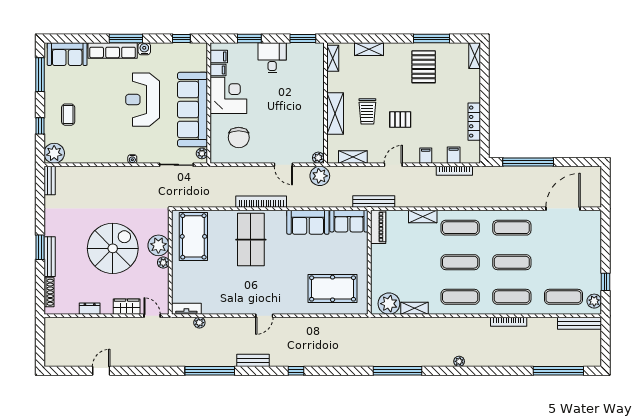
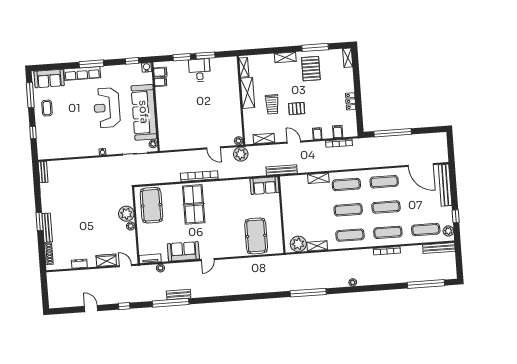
window: (303, 39) -> (205, 56), moved
water cooler: (144, 49) -> (147, 67), moved
shelving: (369, 49) -> (285, 57), moved
corner desk: (228, 95) -> (169, 100), removed
shelving: (335, 114) -> (248, 93), moved
coffee table: (68, 115) -> (47, 108), moved
locker: (474, 122) -> (351, 101), width x0.66
chair: (239, 138) -> (179, 130), removed
plant: (54, 153) -> (45, 152), removed
door: (393, 165) -> (294, 142), hinge flipped
door: (563, 209) -> (421, 165), swing flipped
sofa: (308, 222) -> (183, 251), moved, turned 180
piano: (378, 227) -> (286, 188), removed
bench: (594, 238) -> (445, 185), added
spiral stairs: (113, 248) -> (93, 218), removed
pool table: (333, 288) -> (256, 236), turned 90
bench: (253, 360) -> (179, 295), moved
door: (101, 371) -> (91, 309), hinge flipped
window: (296, 371) -> (124, 306), moved

